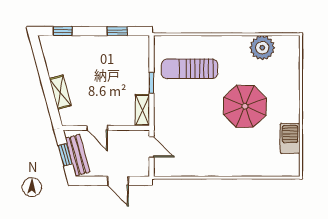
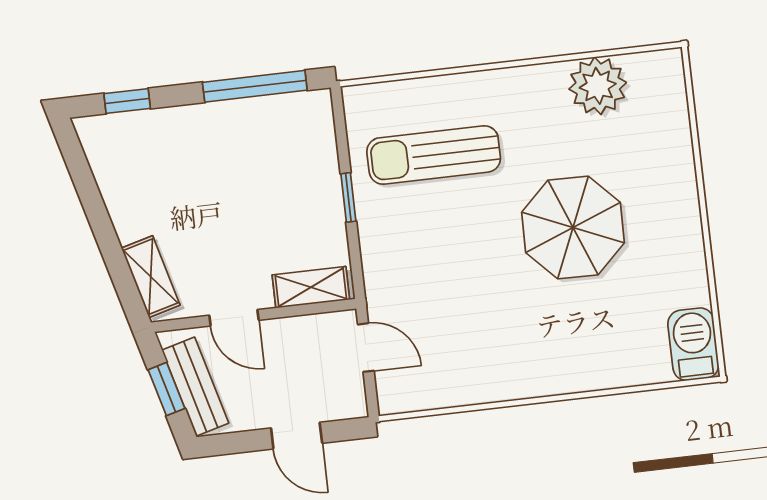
window: (117, 31) -> (255, 86), width x2.17
shelving: (60, 92) -> (151, 277), moved
shelving: (142, 110) -> (311, 287), moved, turned 90
barbecue: (290, 138) -> (693, 344), moved

